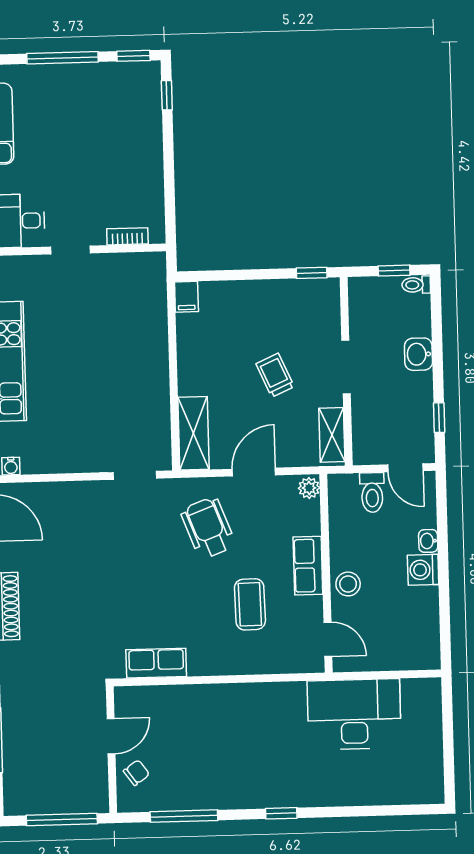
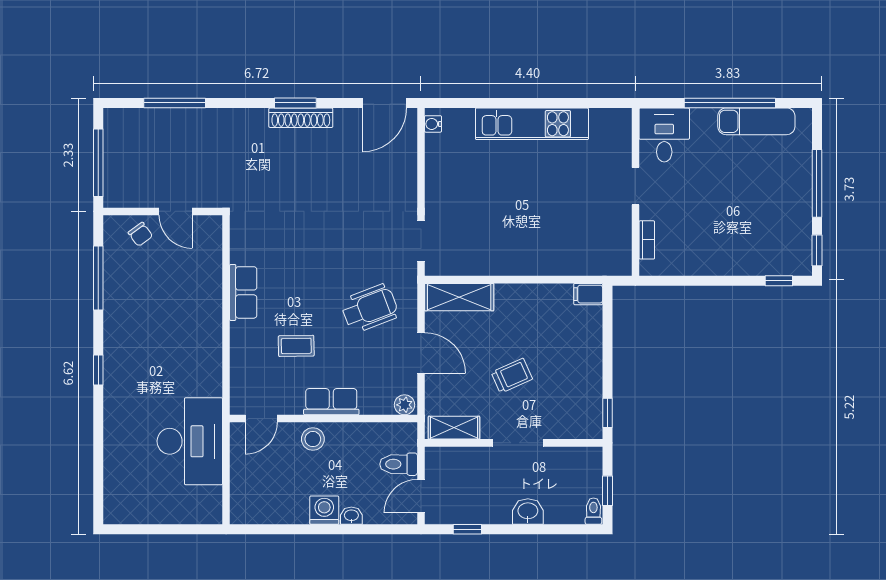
coffee table: (250, 604) -> (296, 346), width x0.73, depth x0.77
row of seats: (156, 663) -> (243, 292), moved

